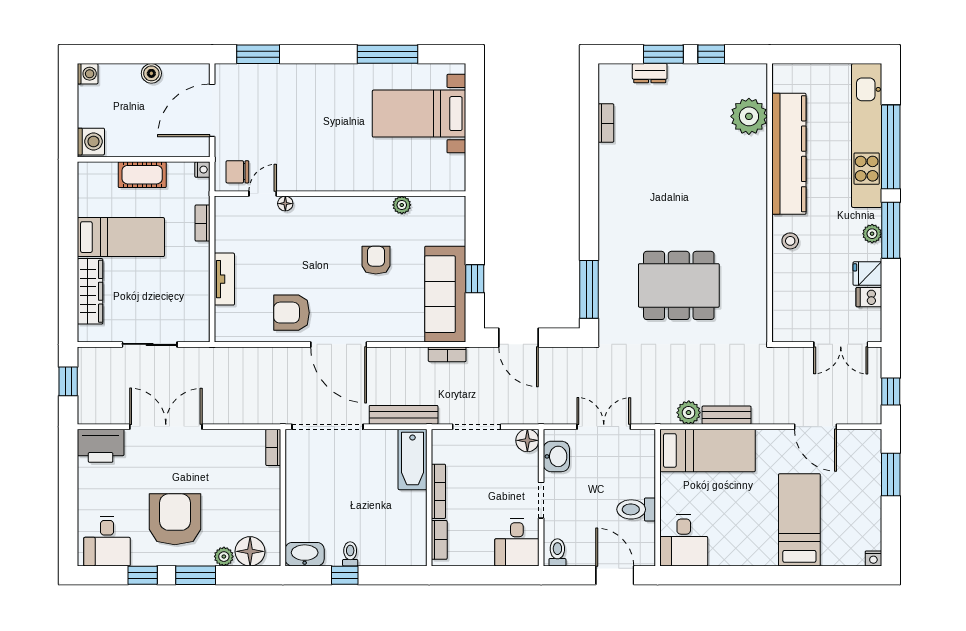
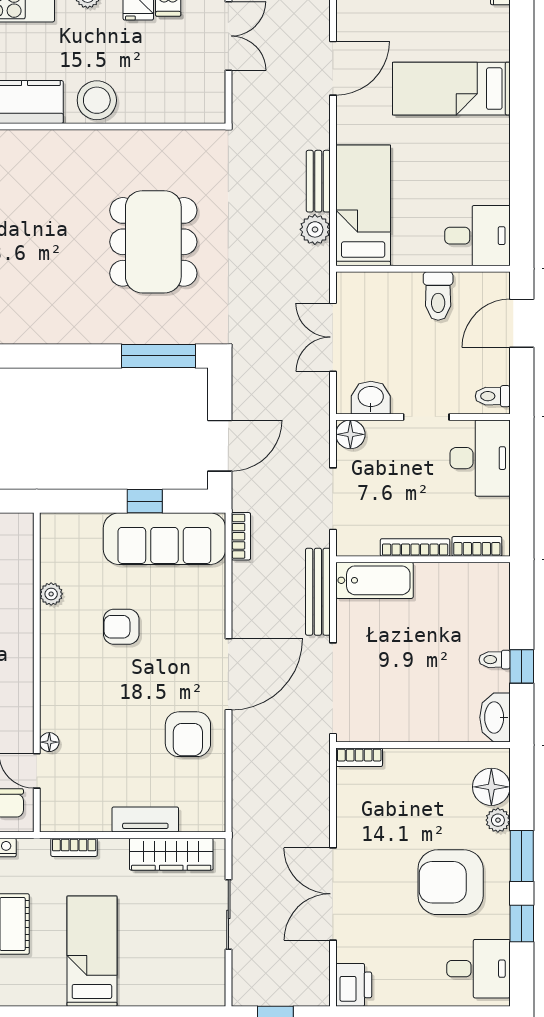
stool: (790, 241) -> (97, 100), width x1.89, depth x1.89
wardrobe: (90, 291) -> (171, 854), moved, turned 180
printer: (101, 446) -> (354, 985), width x0.73, depth x0.84
desk: (517, 542) -> (480, 458), width x1.37

